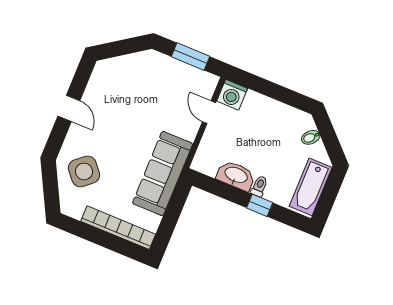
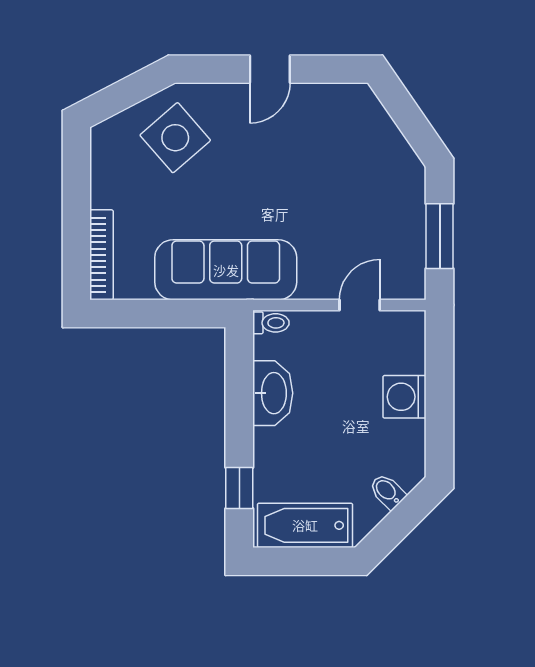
washing machine: (232, 95) -> (404, 397), moved
toilet: (259, 186) -> (271, 323), moved
window: (260, 205) -> (239, 488), moved
bookcase: (118, 228) -> (102, 255), width x0.68, depth x0.76

